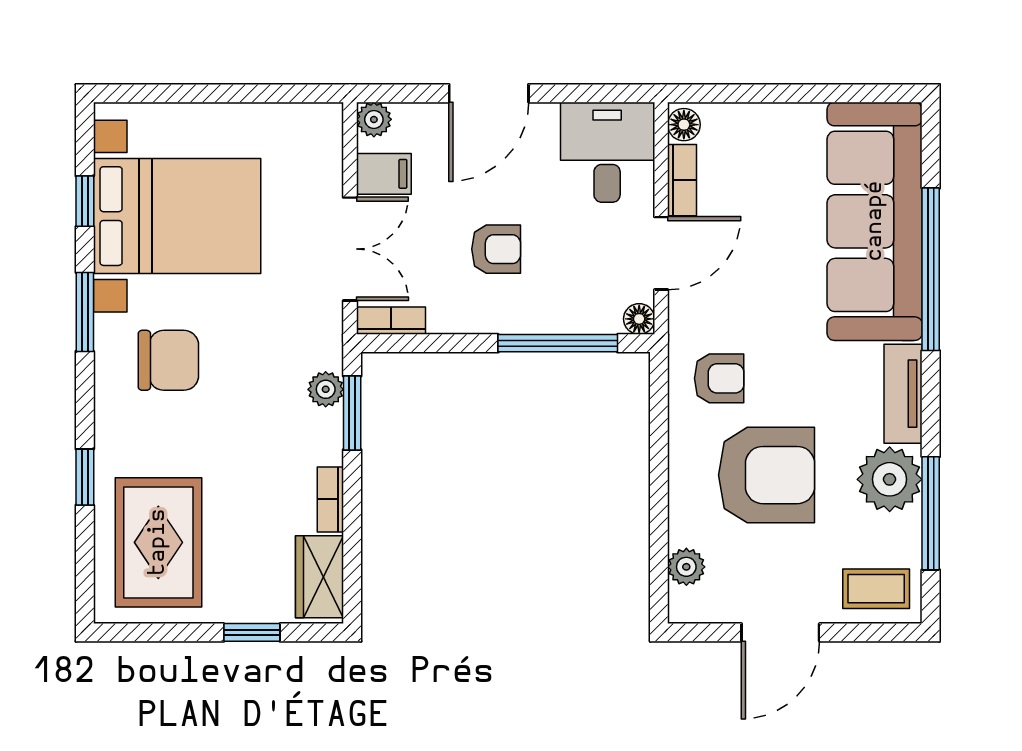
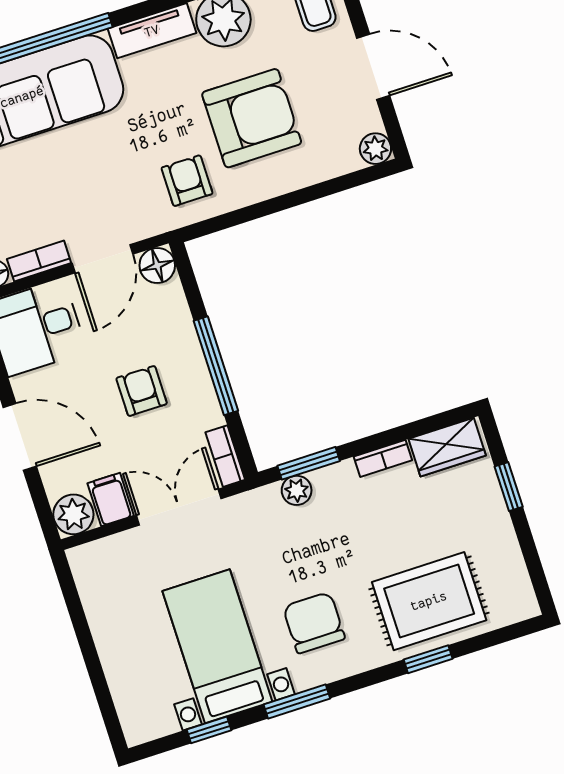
plant: (374, 119) -> (73, 514), width x1.38, depth x1.38
bed with nightstands: (177, 216) -> (217, 646), width x0.73
door: (661, 253) -> (102, 259), swing flipped
floor lamp: (639, 319) -> (157, 265), width x1.37, depth x1.37
window: (558, 343) -> (216, 366), moved
armchair: (767, 475) -> (252, 118), turned 90
rug: (158, 542) -> (429, 601), moved
plant: (686, 567) -> (375, 149), moved

